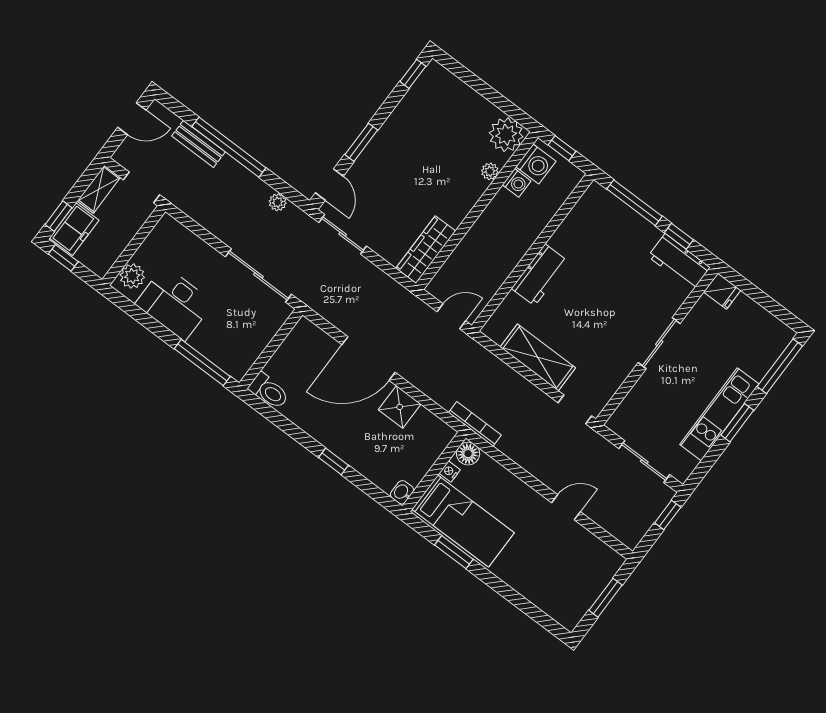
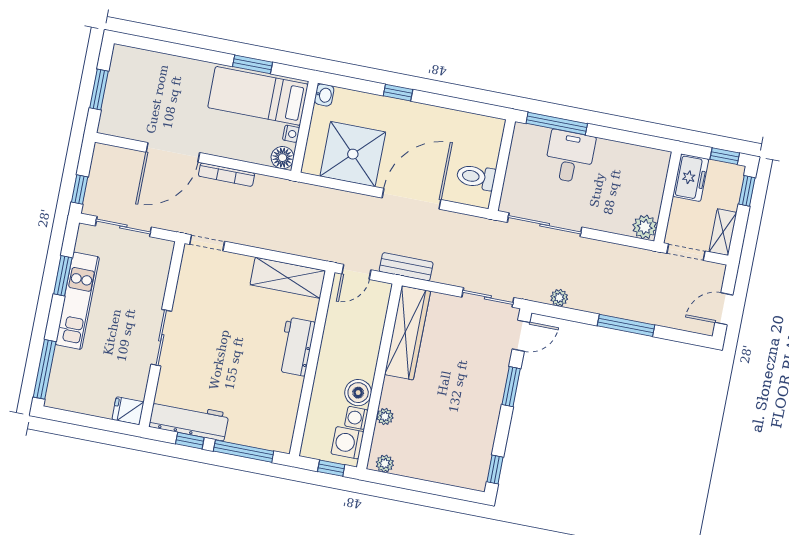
plant: (506, 135) -> (385, 464), width x0.53, depth x0.53
bench: (198, 144) -> (406, 267), moved
window: (229, 147) -> (626, 325), width x0.68
door: (329, 184) -> (521, 336), swing flipped
boiler: (504, 205) -> (358, 393), added
freezer: (74, 229) -> (691, 178), moved, turned 180
wardrobe: (426, 250) -> (407, 333), width x1.40, depth x1.17
workbench: (679, 262) -> (189, 420), width x1.38
plant: (132, 276) -> (645, 227), moved
desk: (174, 303) -> (570, 157), moved, width x0.73
shelving: (538, 357) -> (288, 278), moved
toilet: (269, 391) -> (476, 177), moved
shower: (400, 407) -> (353, 154), width x1.86, depth x1.86
window: (737, 423) -> (63, 276), moved
bookcase: (475, 424) -> (226, 175), moved
door: (566, 507) -> (173, 152), width x1.87

